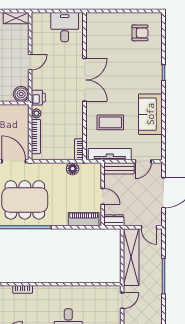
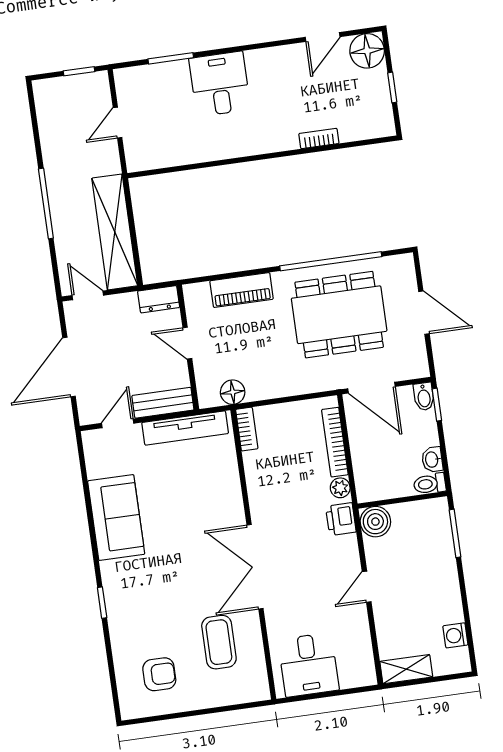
armchair: (140, 33) -> (159, 674), turned 180
coffee table: (110, 122) -> (219, 642), moved, turned 90
floor lamp: (73, 169) -> (233, 392), moved
piano: (84, 219) -> (242, 290), moved
door: (122, 301) -> (117, 123), moved

